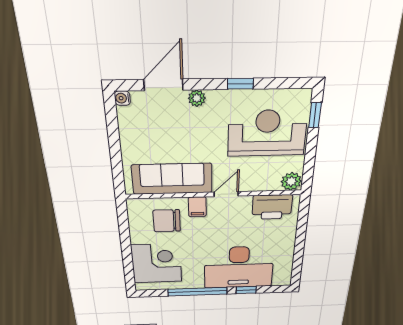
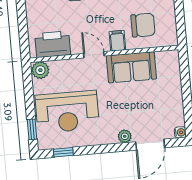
window: (240, 84) -> (63, 152), moved
sofa: (172, 179) -> (131, 67), width x0.73
door: (226, 194) -> (94, 55), swing flipped

